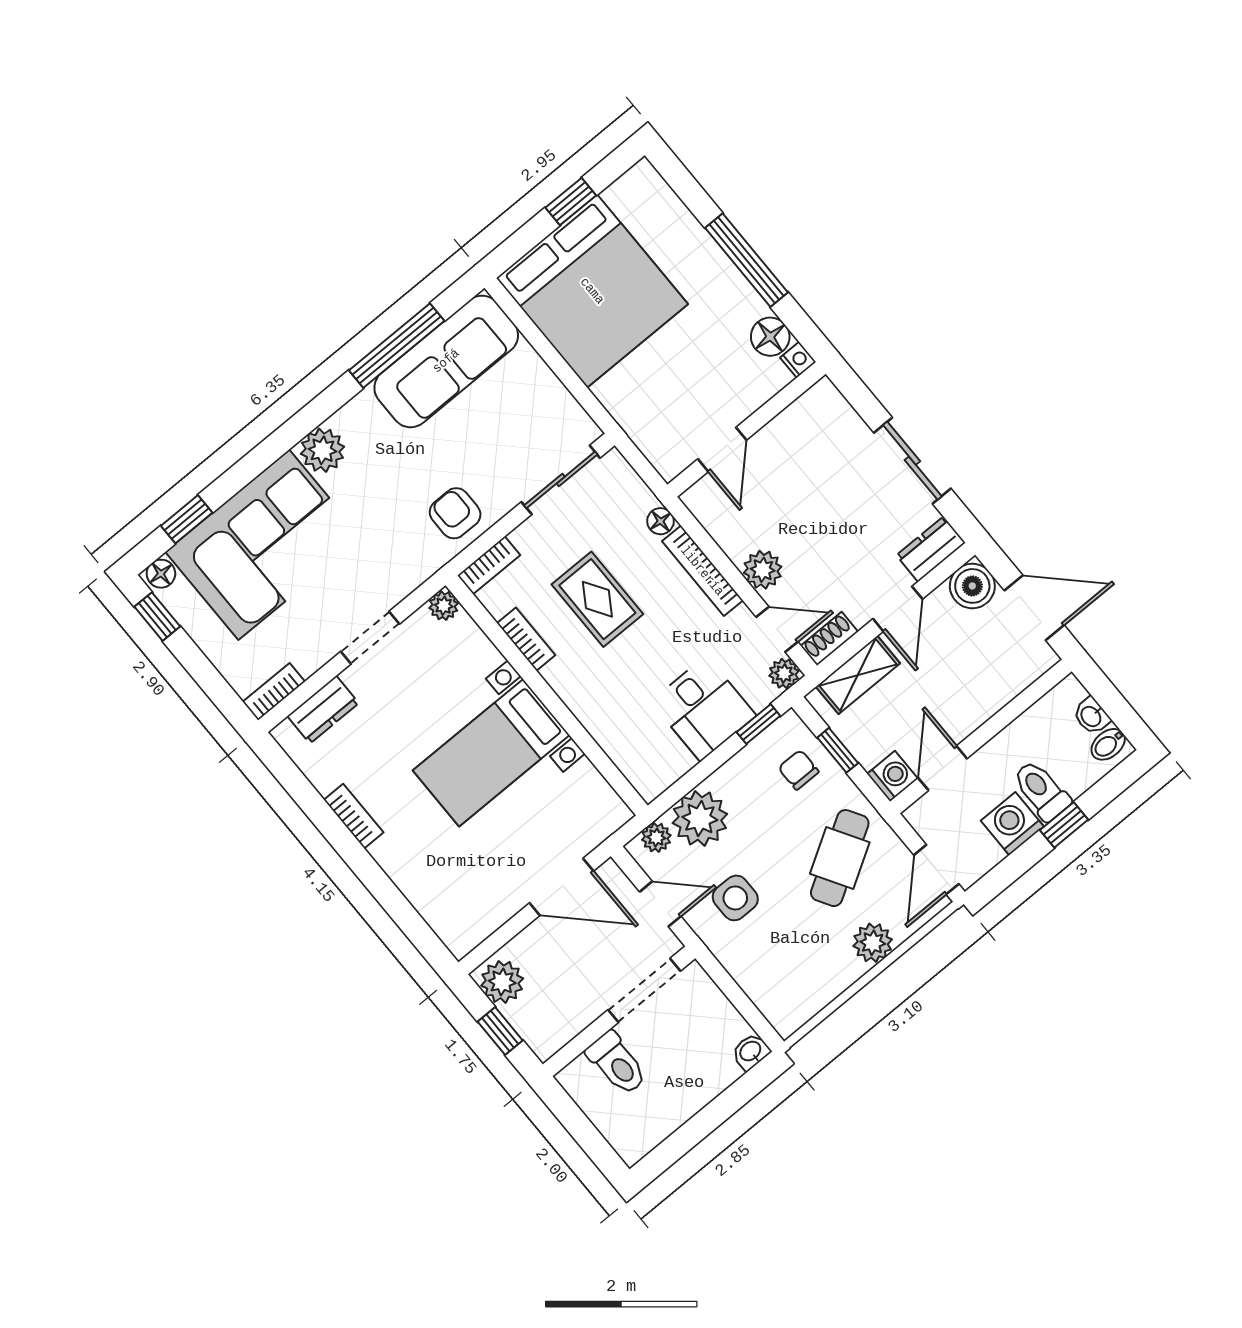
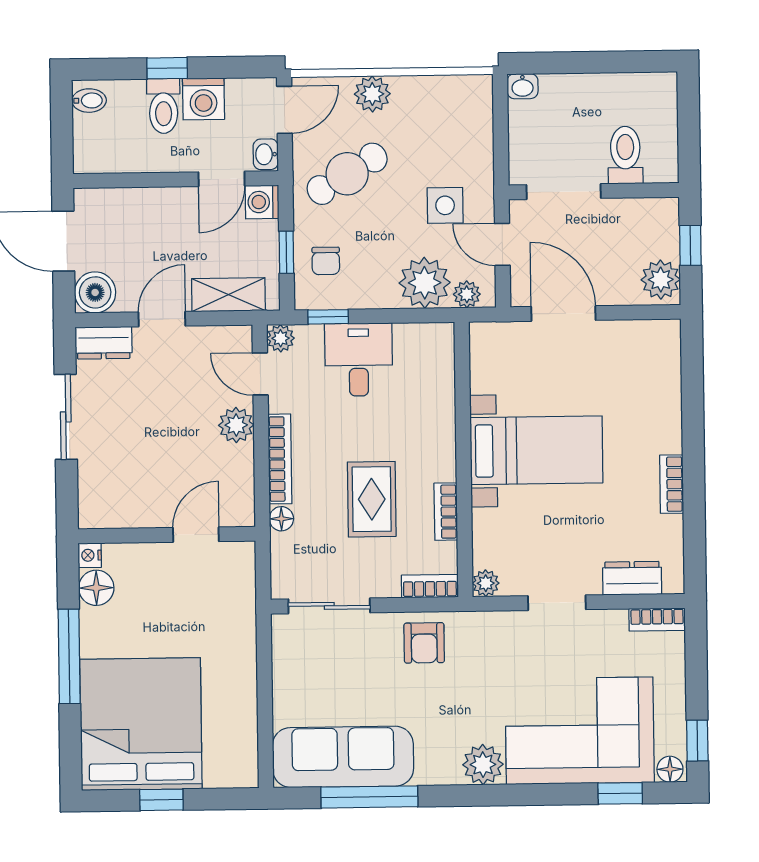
bed: (592, 291) -> (141, 724), moved
shoe rack: (829, 639) -> (228, 337), removed
washbasin: (1091, 716) -> (266, 154), moved, turned 180

